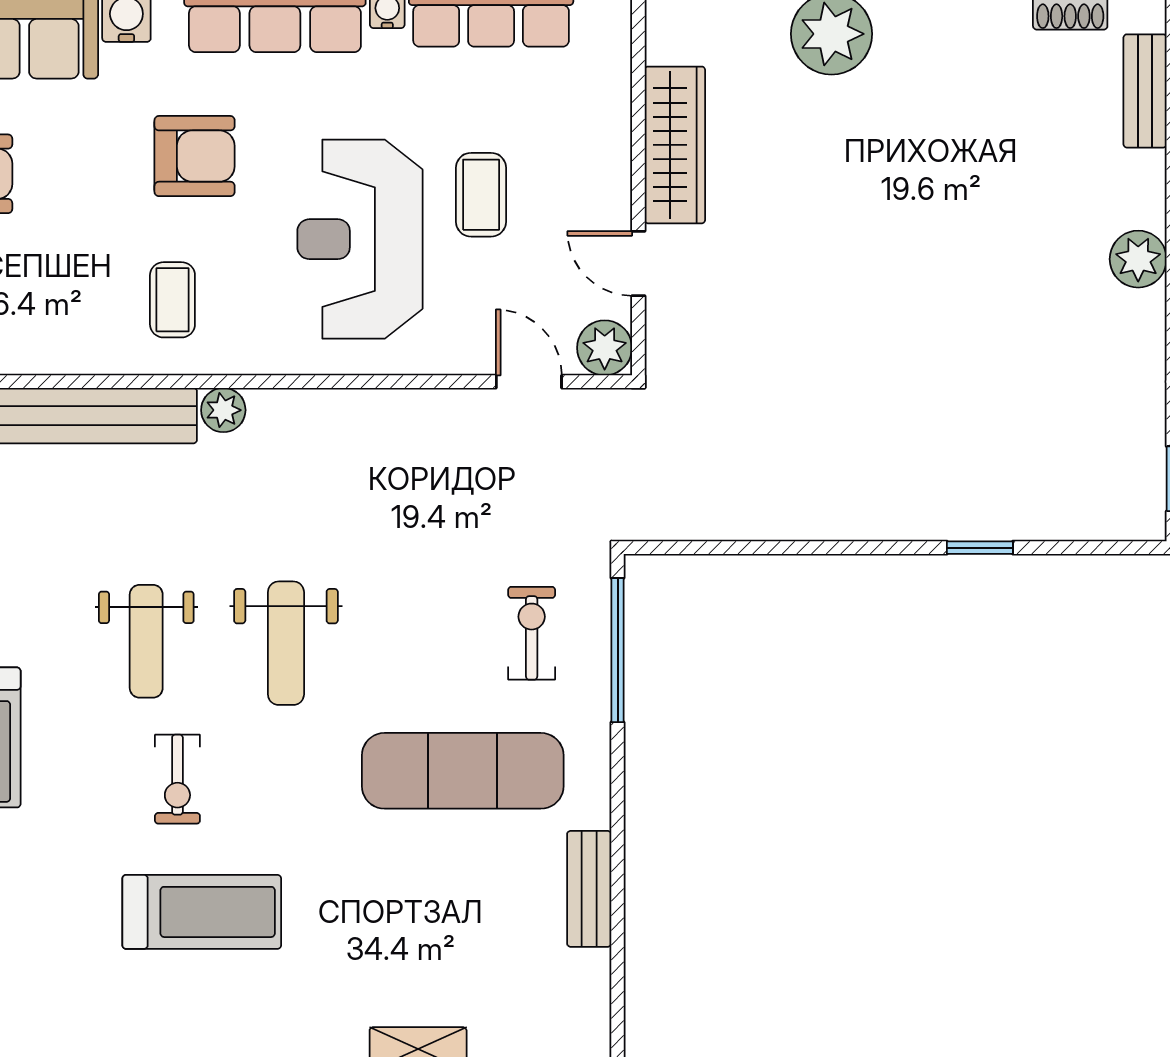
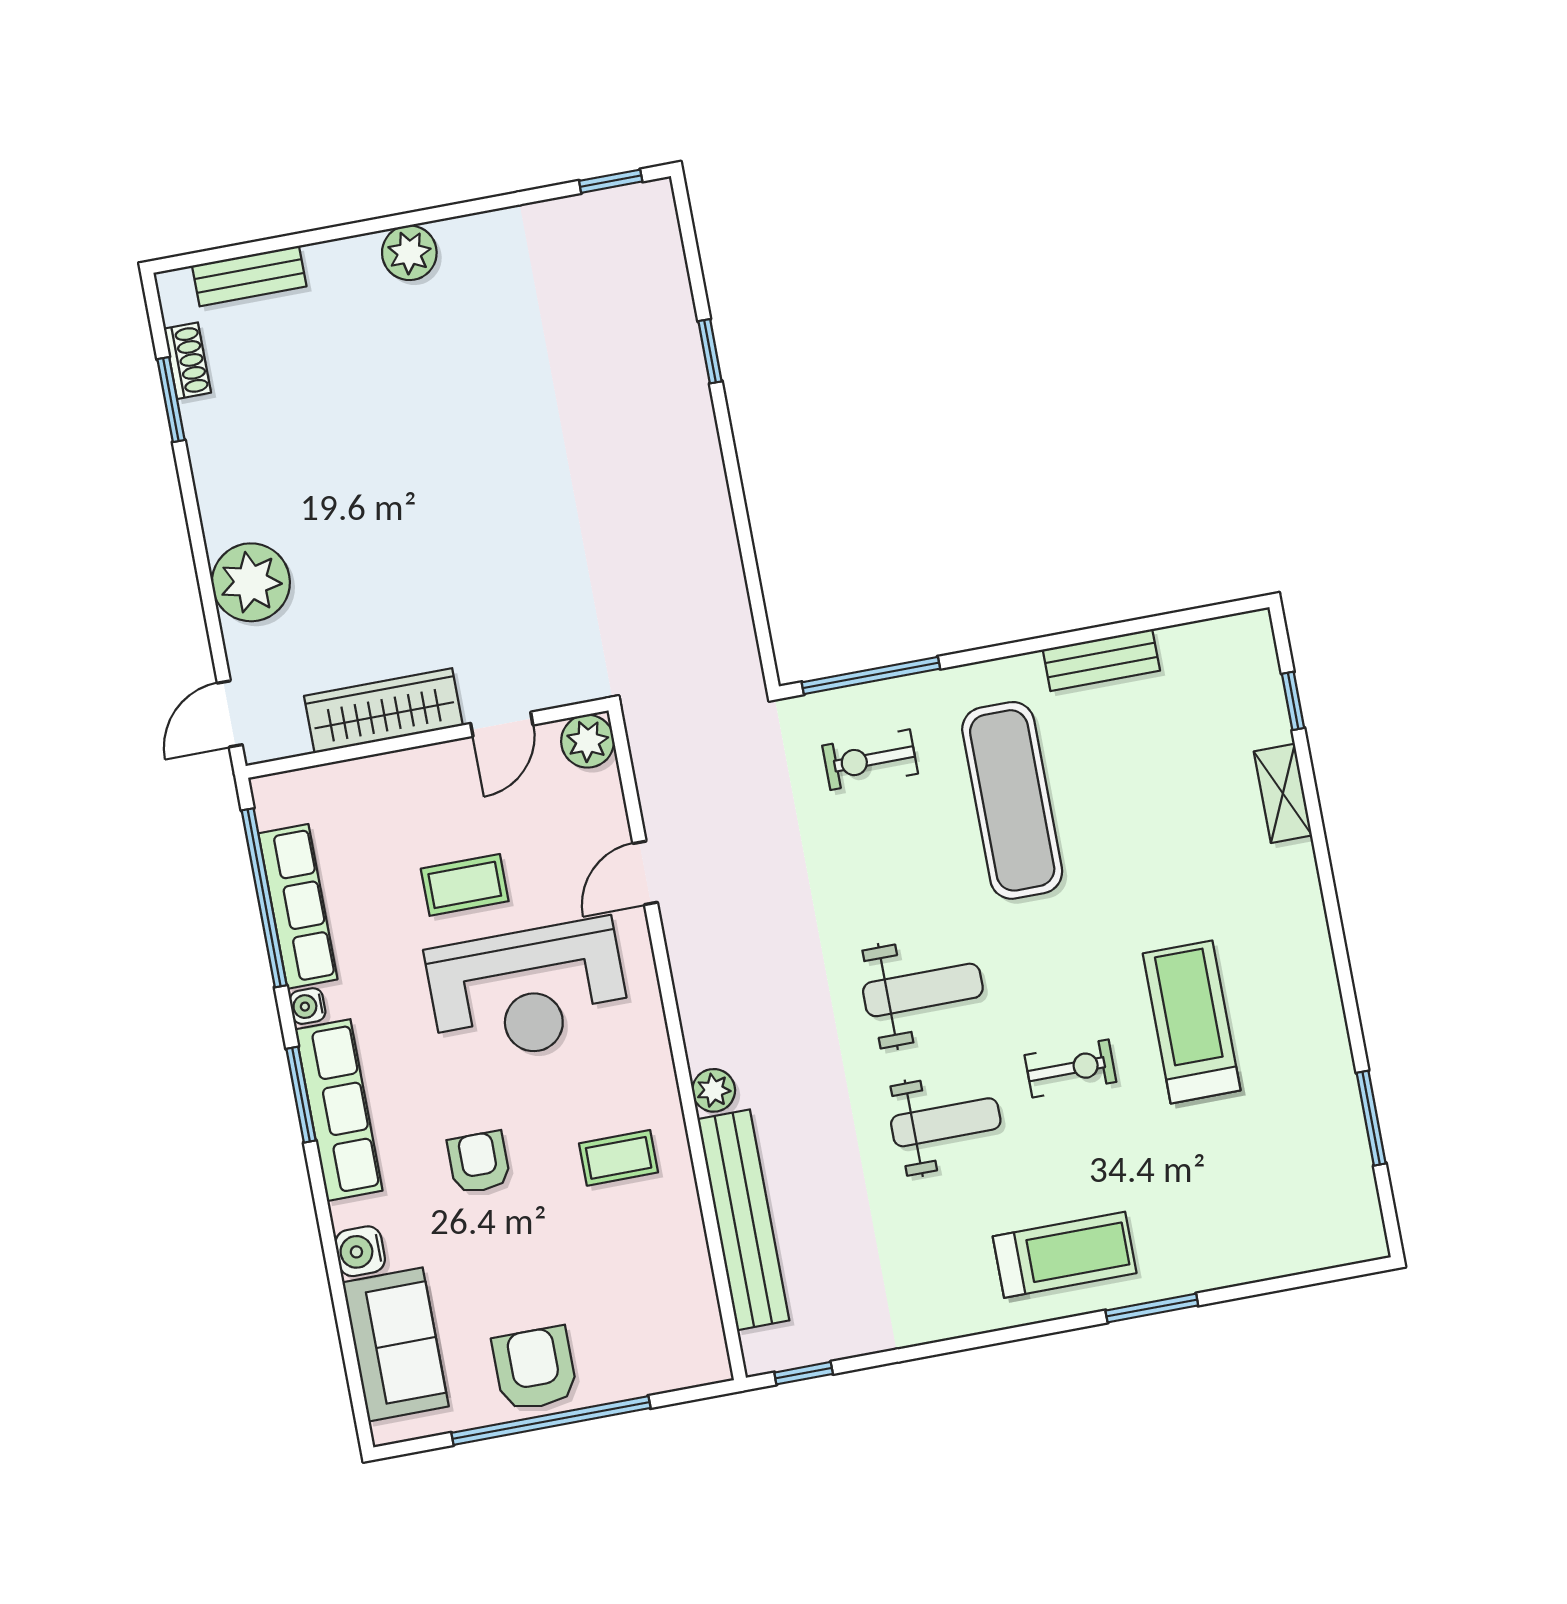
armchair: (195, 156) -> (479, 1162), width x0.72, depth x0.72
door: (529, 382) -> (645, 873), moved

